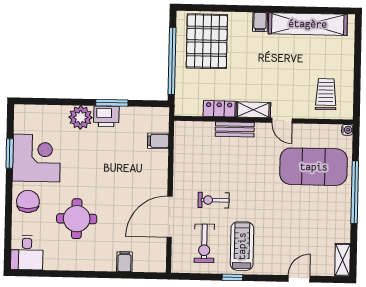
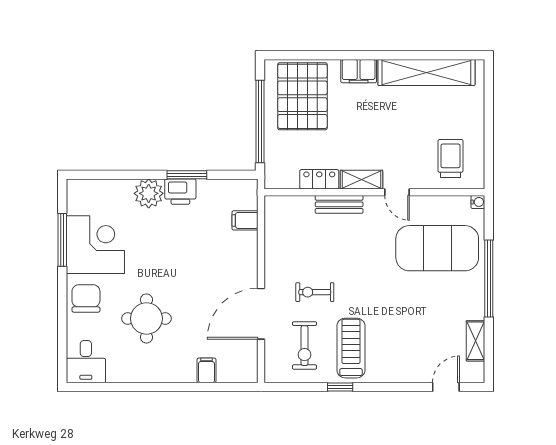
filing cabinet: (260, 22) -> (359, 71), width x2.00
window: (10, 154) -> (62, 240), width x1.44
shelving: (343, 260) -> (475, 341), moved
door: (299, 279) -> (446, 387), moved

